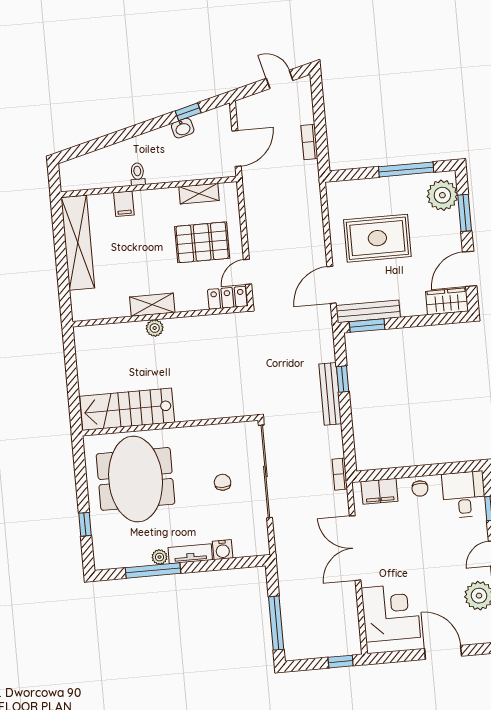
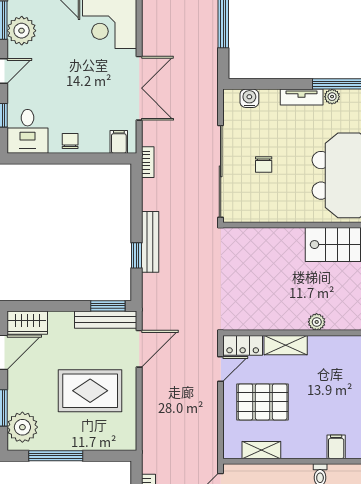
shelving: (152, 305) -> (286, 345), moved
filing cabinet: (379, 491) -> (119, 142), width x0.50
water cooler: (223, 550) -> (249, 98), moved

